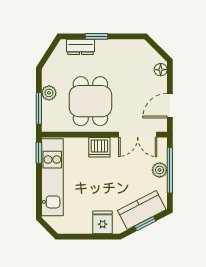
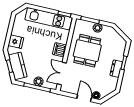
dresser: (80, 47) -> (116, 69), moved
dining table: (90, 101) -> (87, 51), turned 90
door: (170, 106) -> (84, 98), moved

